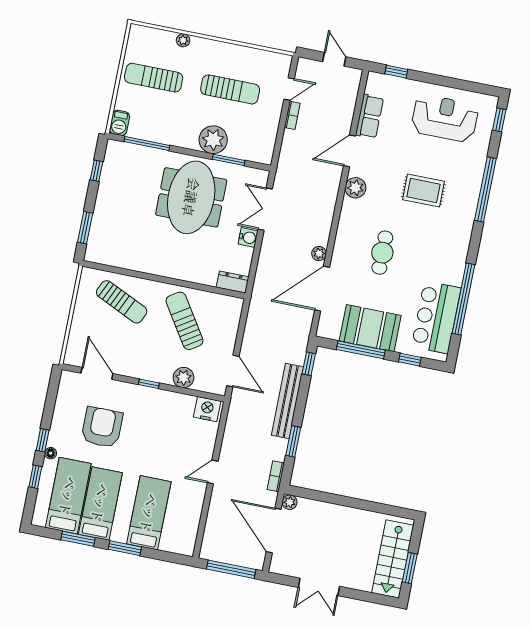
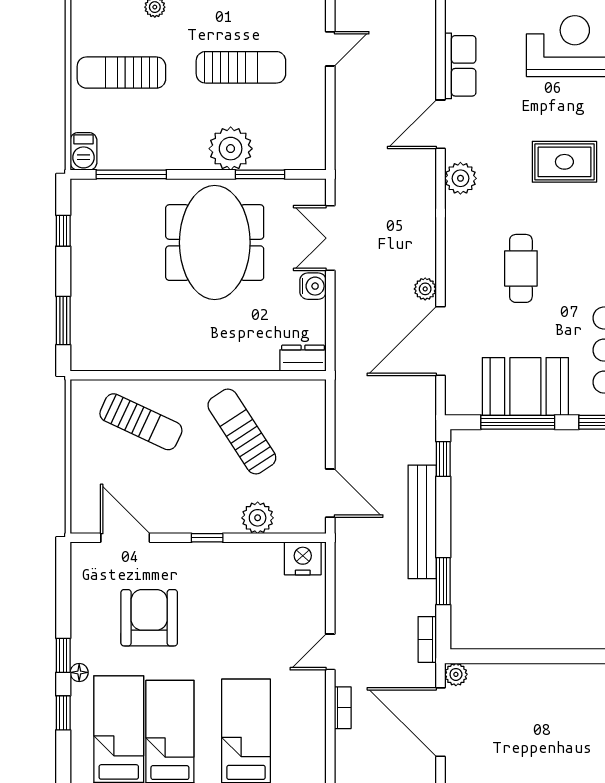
bookcase: (292, 115) -> (343, 708), moved

